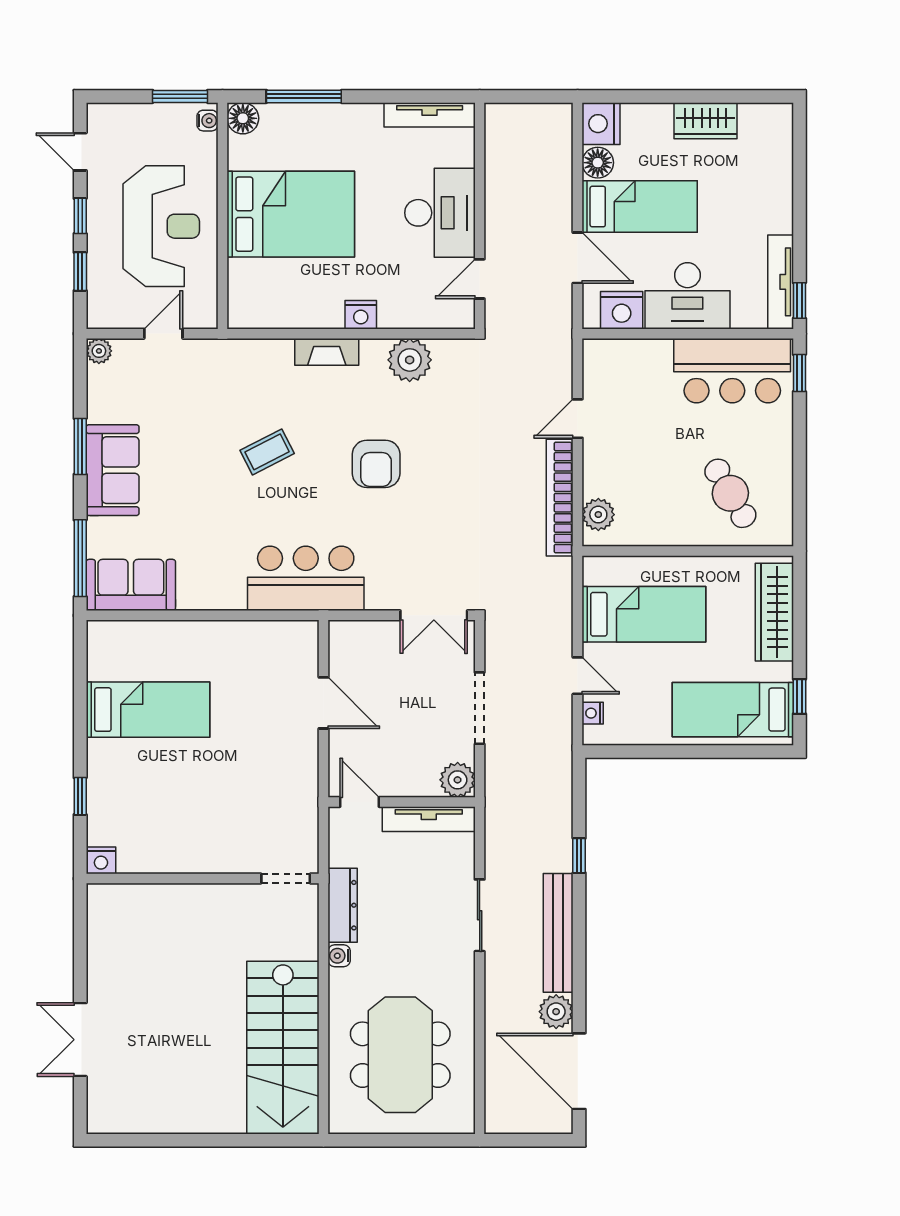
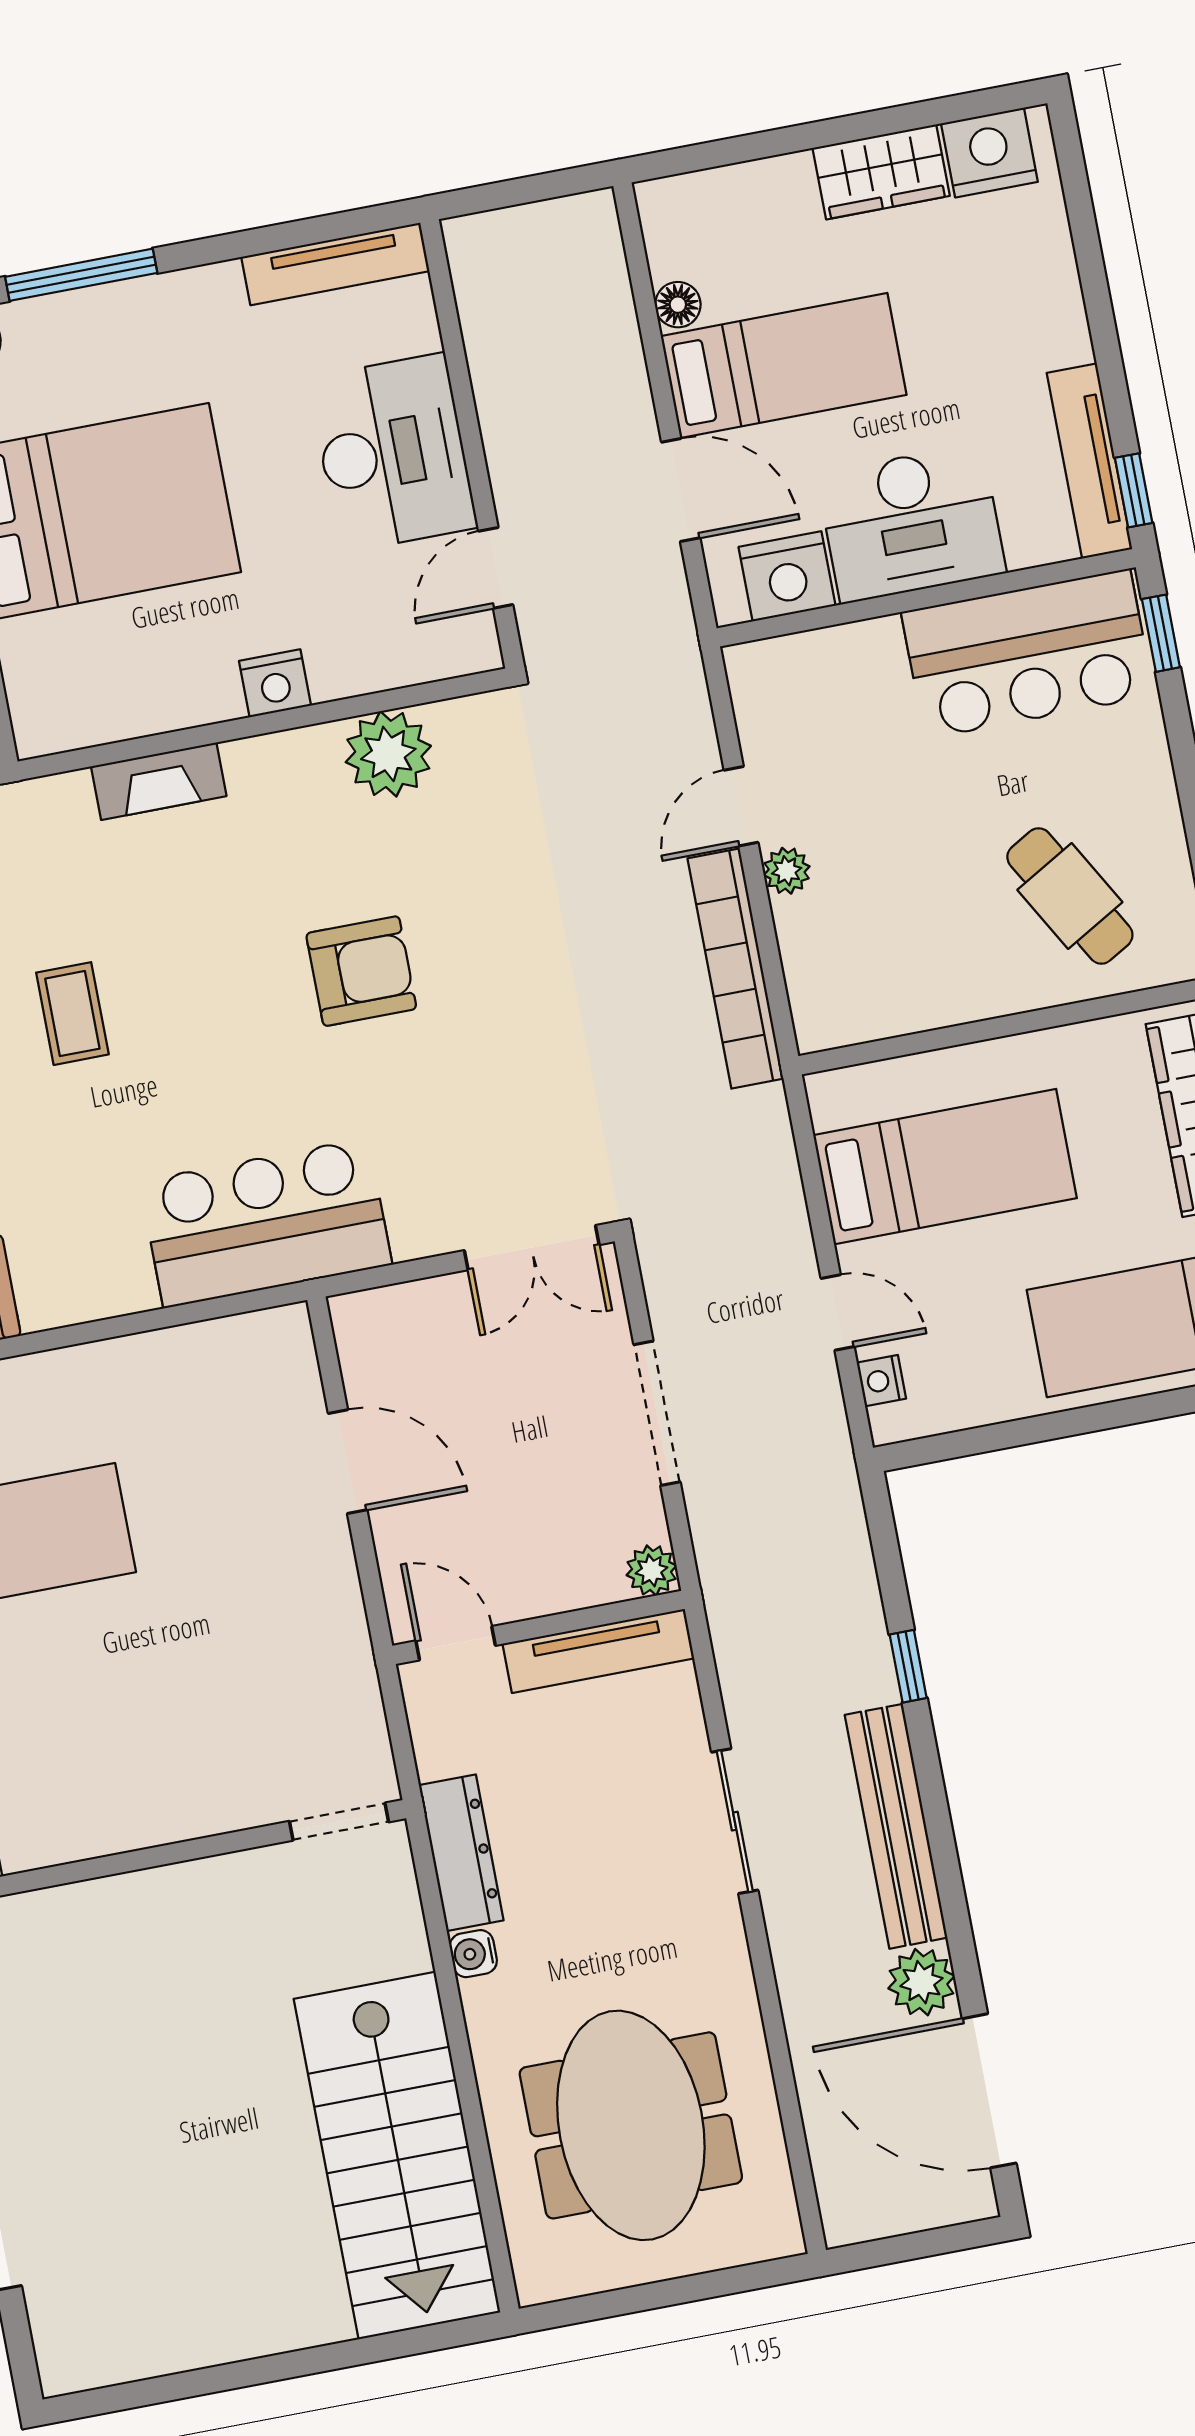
nightstand: (601, 124) -> (989, 153), moved, turned 90
floor lamp: (598, 163) -> (678, 305), width x0.73, depth x0.73
fireplace: (327, 352) -> (159, 781), moved
coffee table: (267, 452) -> (72, 1014), moved, turned -63
armchair: (376, 464) -> (361, 971), turned -90
plant: (598, 515) -> (787, 871), moved, width x0.73, depth x0.73
plant: (458, 780) -> (652, 1570), width x0.73, depth x0.73

